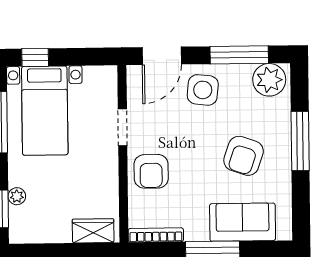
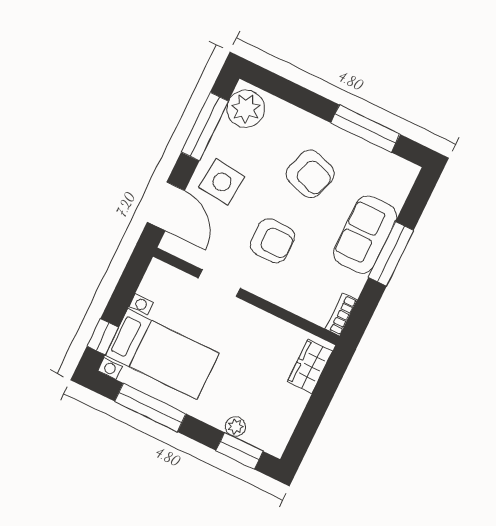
window: (300, 141) -> (365, 129), moved
armchair: (151, 171) -> (272, 241), moved
sofa: (243, 222) -> (365, 235), moved
bookcase: (156, 235) -> (341, 314), width x0.64

